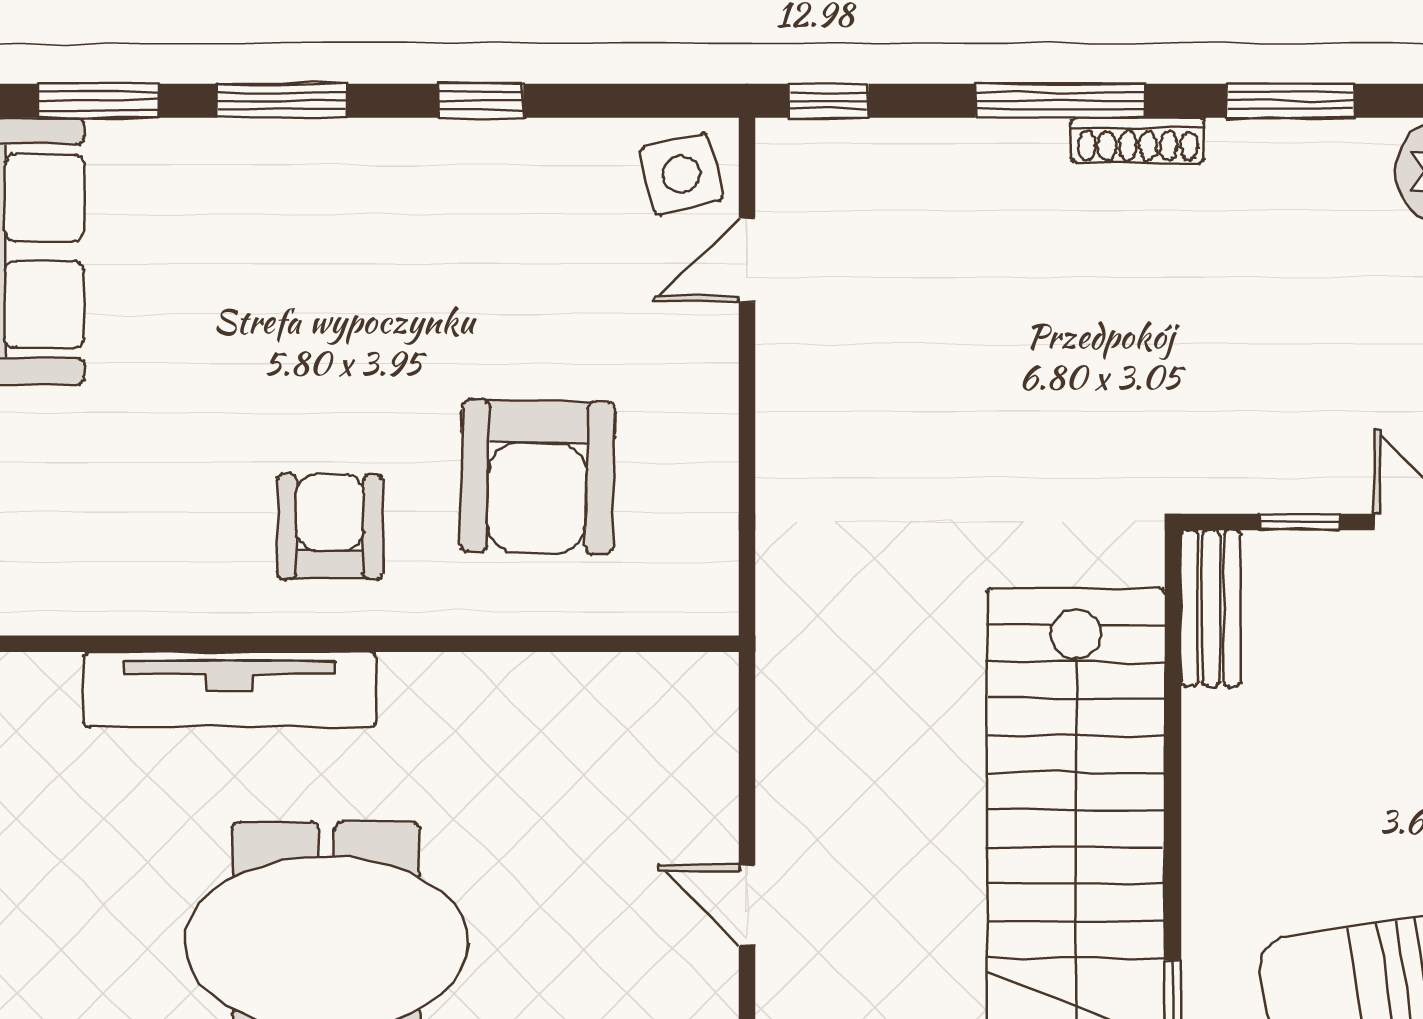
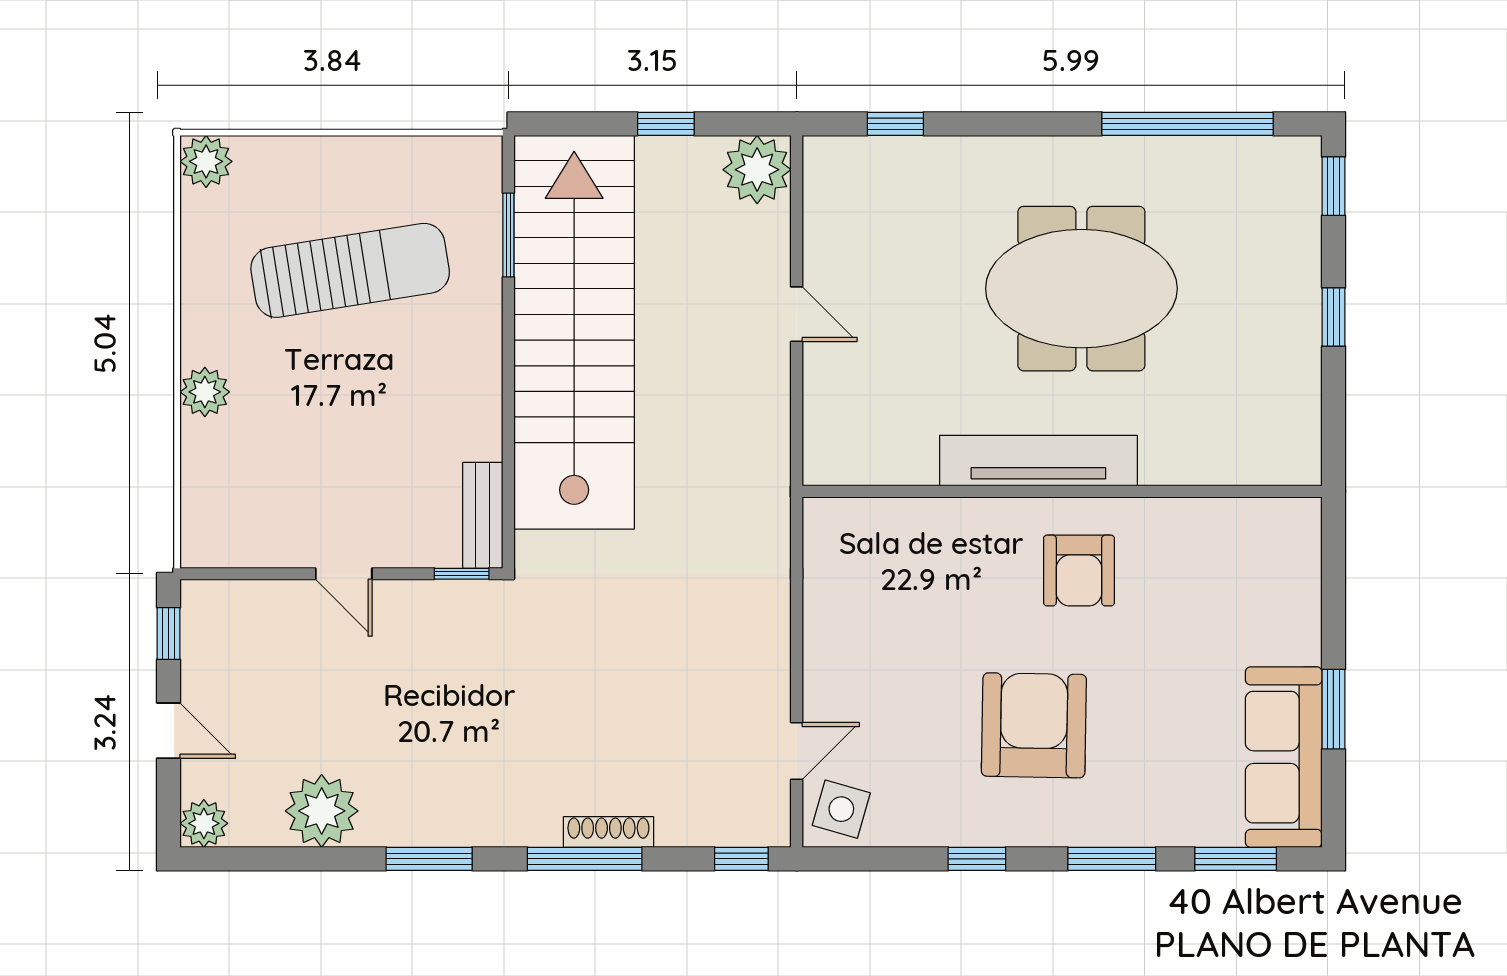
shoe rack: (1138, 140) -> (608, 832), moved
side table: (681, 174) -> (841, 809), turned 30
armchair: (538, 477) -> (1034, 725), moved
window: (1299, 522) -> (462, 574), moved
tv unit: (230, 689) -> (1038, 461), moved

